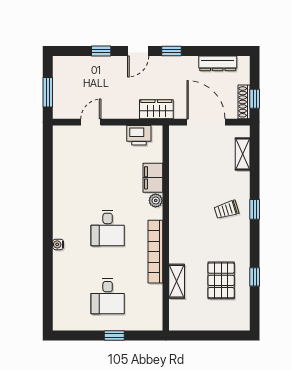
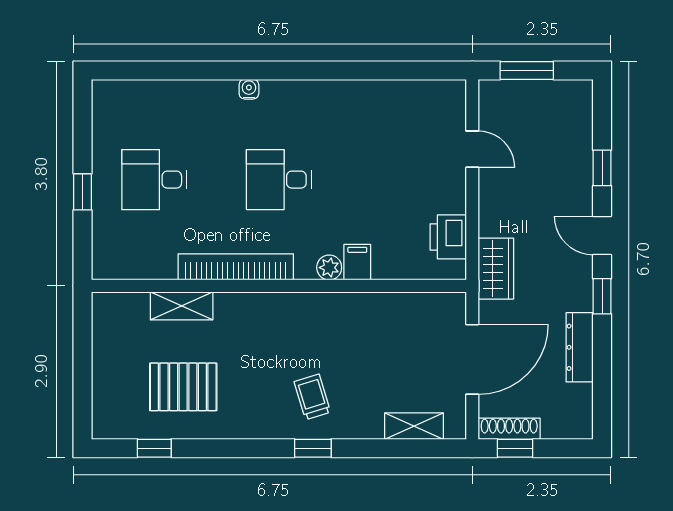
dresser: (218, 63) -> (580, 347), moved
filing cabinet: (153, 178) -> (357, 262), width x0.50
window: (255, 277) -> (154, 448), moved

